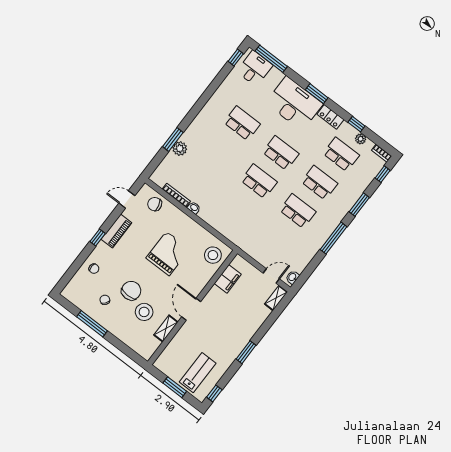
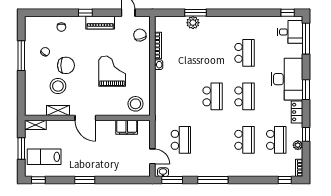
window: (359, 205) -> (172, 180), moved
school desk: (298, 211) -> (181, 140), moved
grand piano: (168, 254) -> (112, 71), turned -90
shelving: (276, 298) -> (35, 125), moved
door: (191, 309) -> (85, 118), swing flipped
lab bench: (198, 373) -> (44, 157), turned 180

